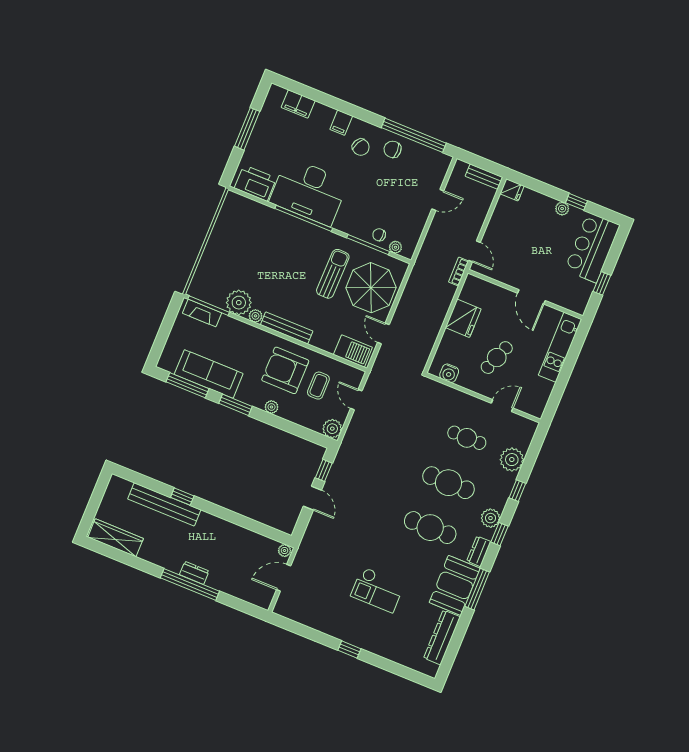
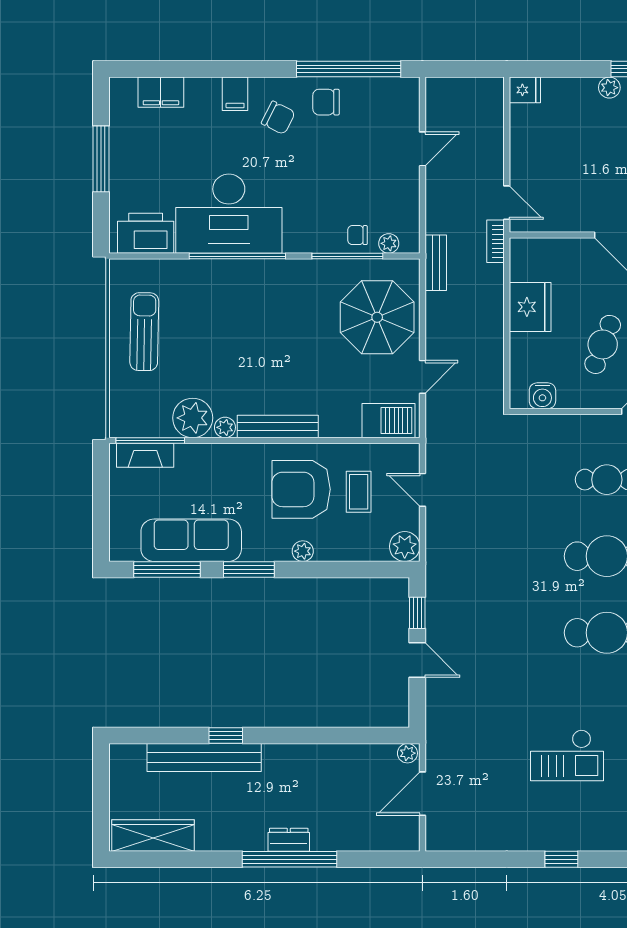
bench: (484, 177) -> (436, 263), moved, turned 90
sun lounger: (333, 274) -> (144, 332), moved
door: (383, 333) -> (422, 377), swing flipped

